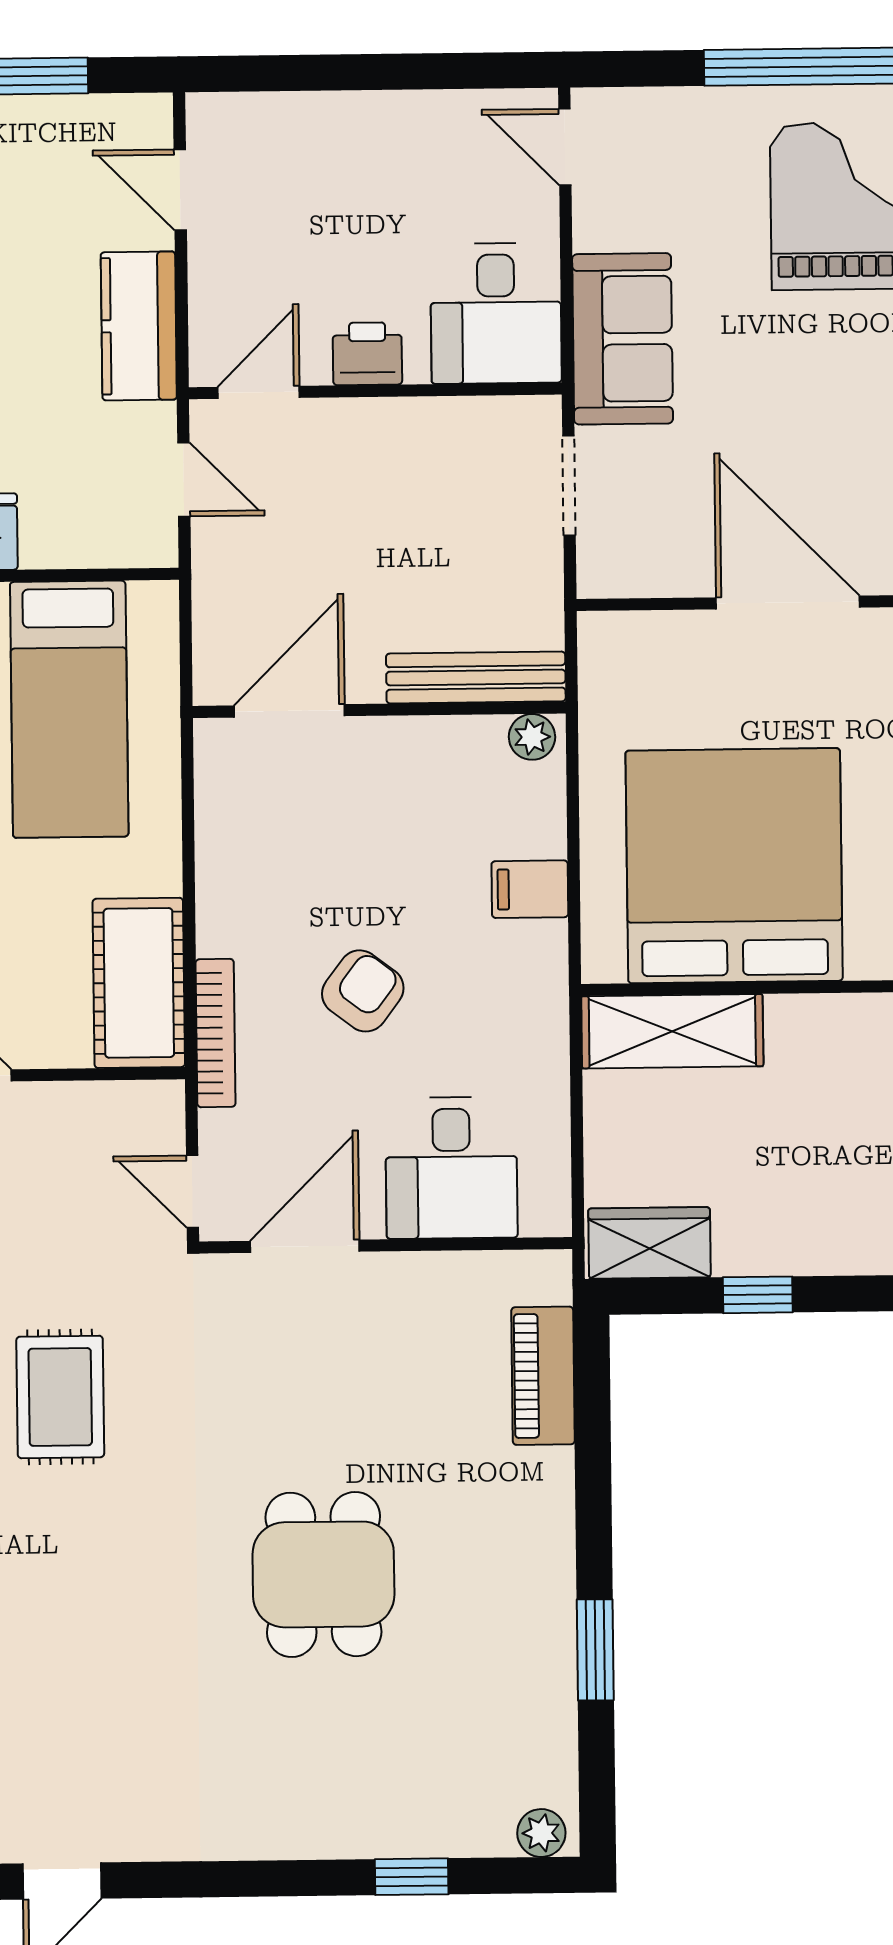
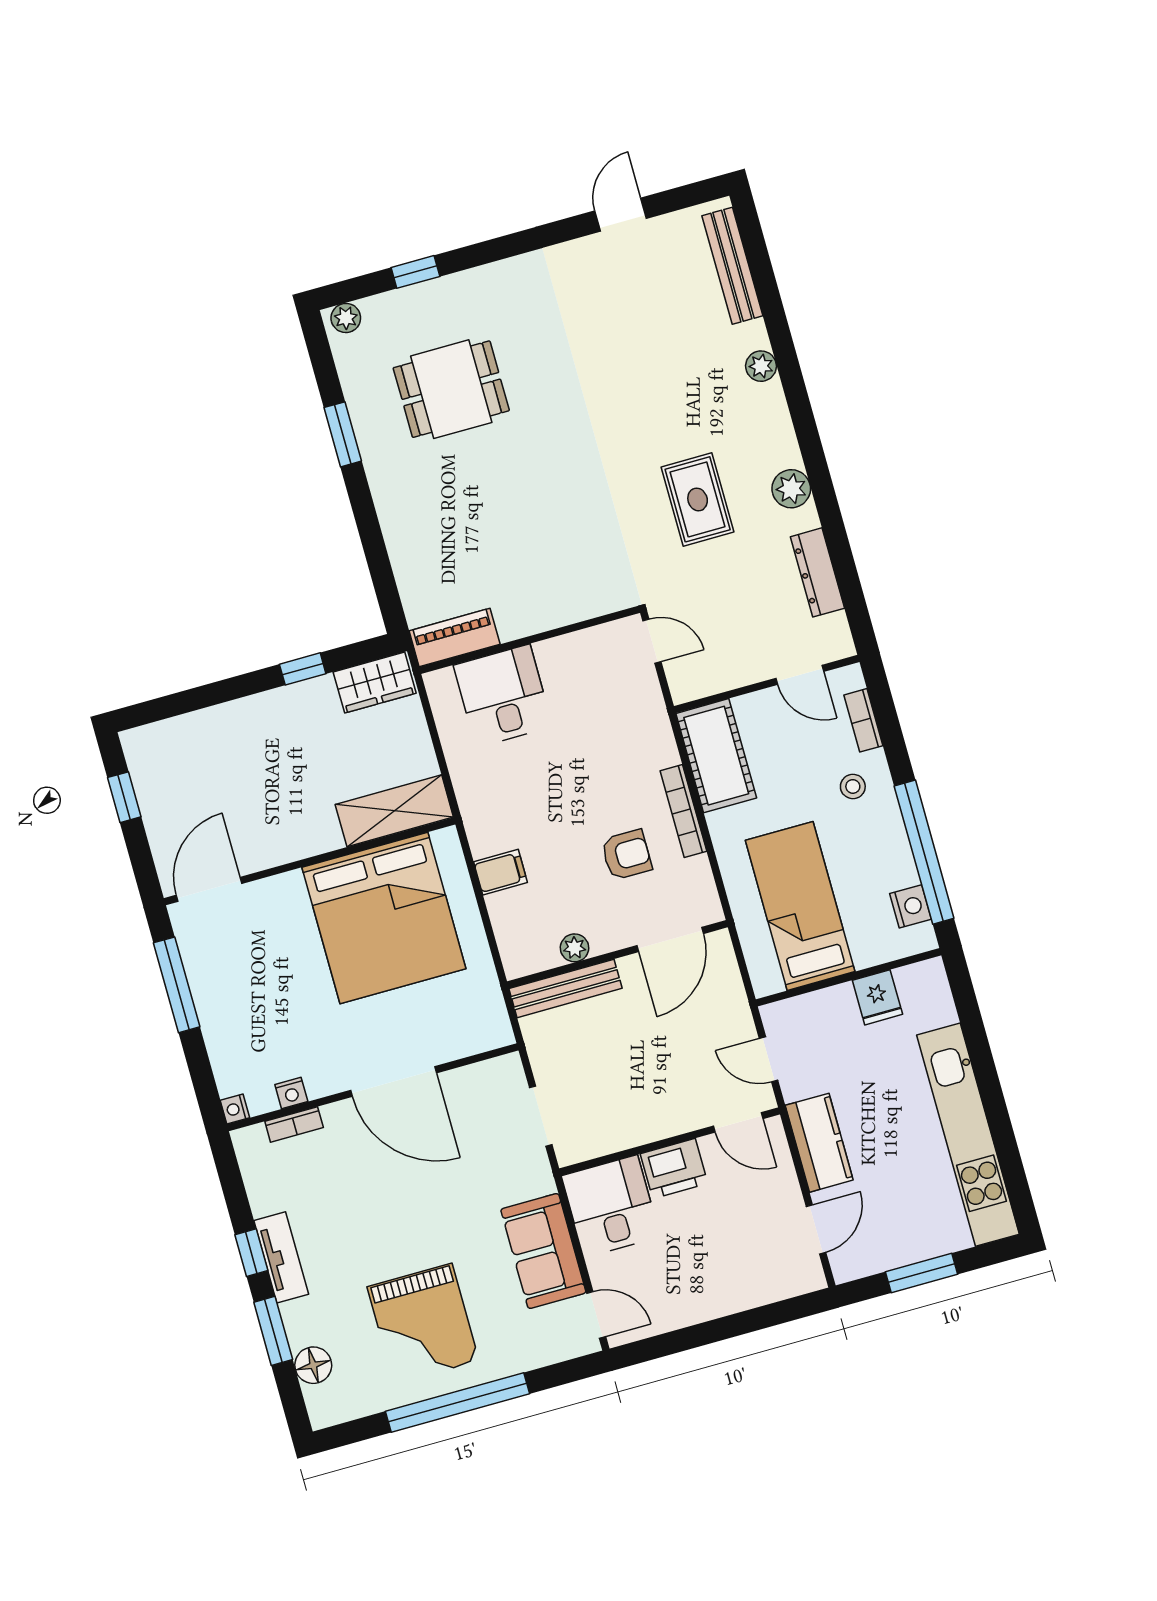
door: (180, 190) -> (816, 1229), hinge flipped
sofa: (623, 339) -> (543, 1251), moved
printer: (367, 354) -> (674, 1169), width x1.36, depth x1.24
door: (259, 392) -> (738, 1122), hinge flipped
plant: (532, 737) -> (575, 948), moved
armchair: (363, 991) -> (626, 855), moved, turned -127
bookcase: (216, 1033) -> (683, 811), moved
door: (305, 1246) -> (577, 627), removed
piano: (543, 1376) -> (455, 637), moved, turned -90
dining table: (323, 1574) -> (451, 389), moved, turned 90

